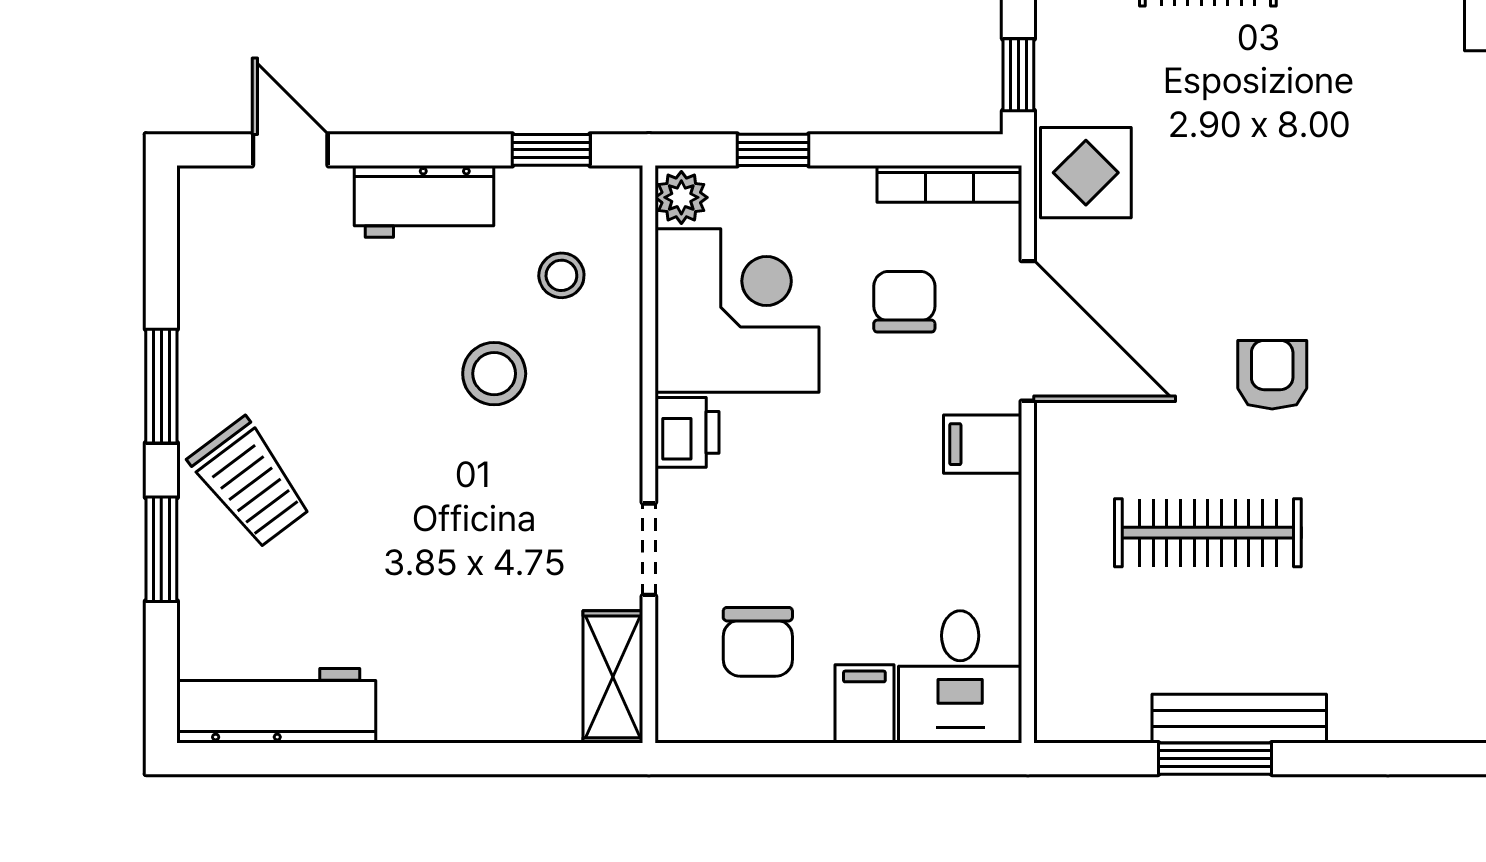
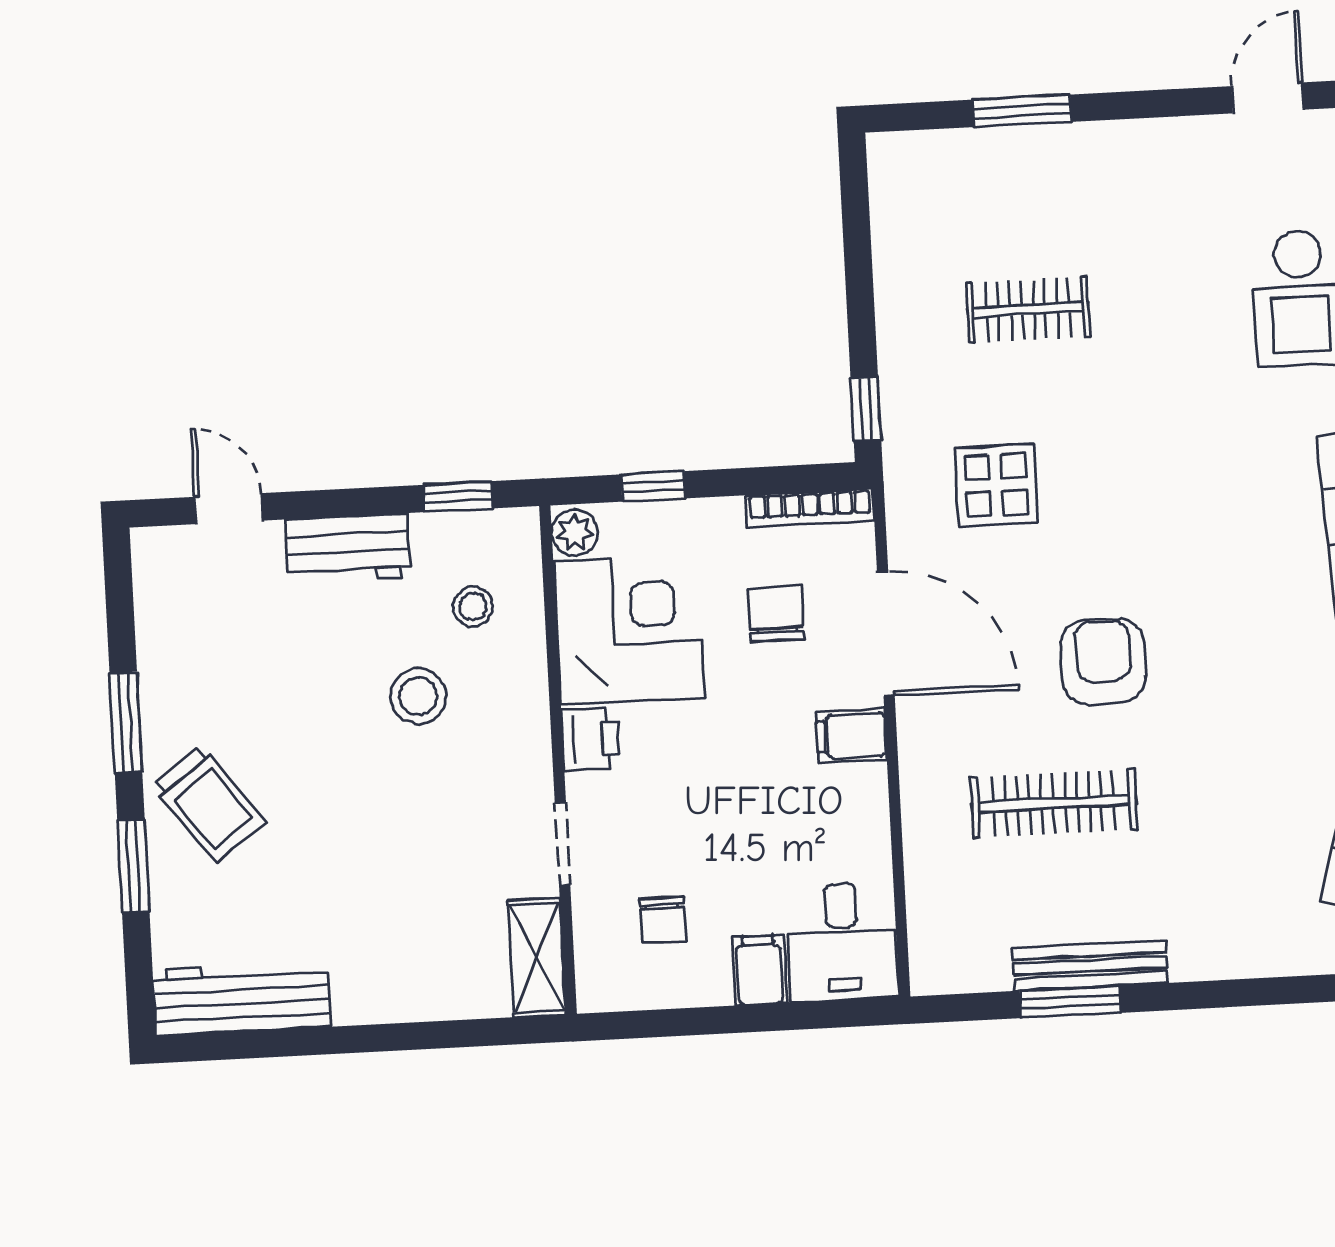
display table: (1086, 173) -> (996, 485), moved
armchair: (1272, 375) -> (1103, 661), width x1.38, depth x1.38
chair: (758, 642) -> (663, 920), width x0.73, depth x0.73

